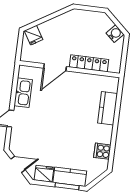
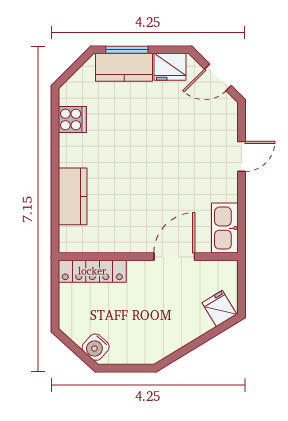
water cooler: (115, 34) -> (96, 347), moved
locker: (89, 63) -> (92, 271), moved
kitchen sink: (23, 93) -> (225, 228), moved

